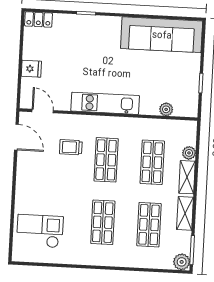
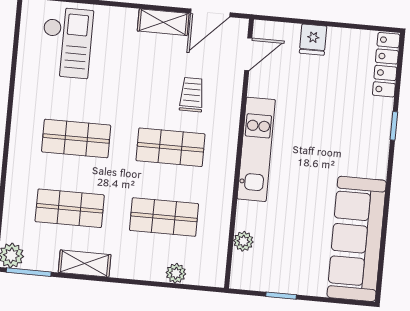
locker: (38, 19) -> (386, 65), width x1.53
shelving: (187, 177) -> (163, 22), moved

